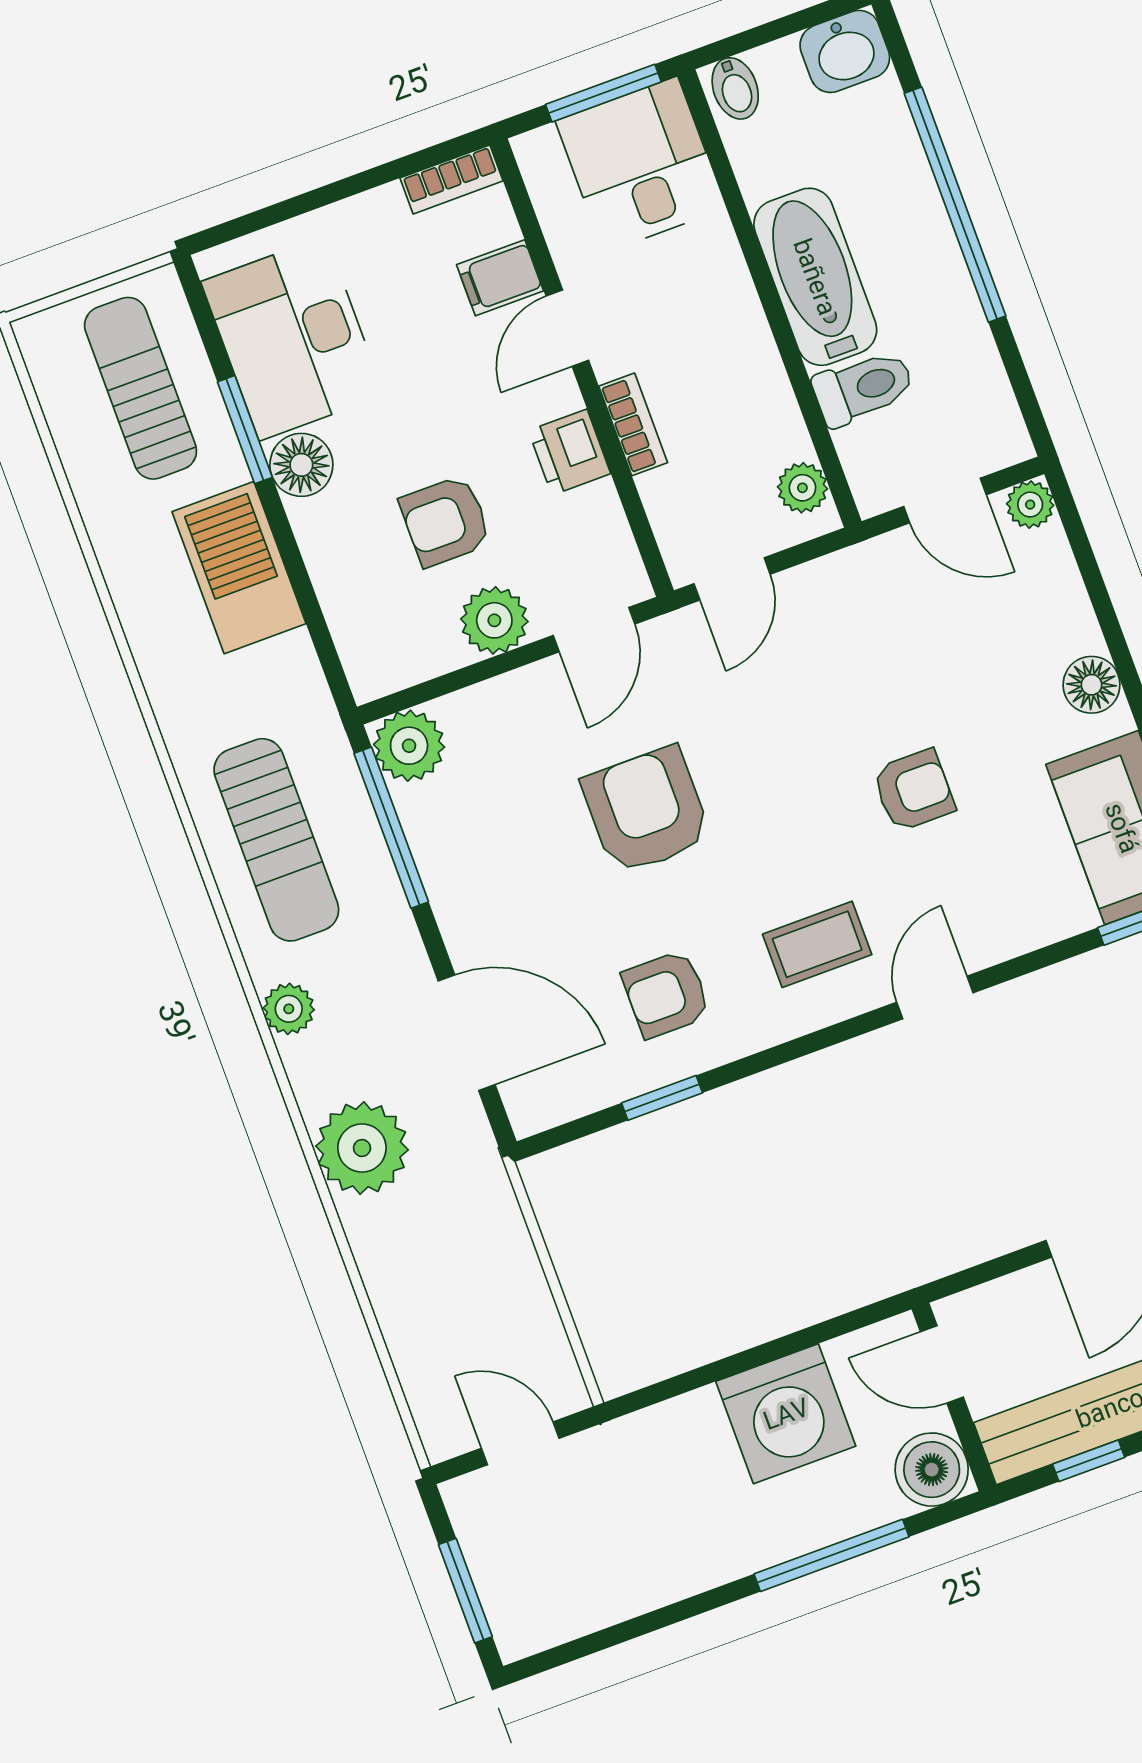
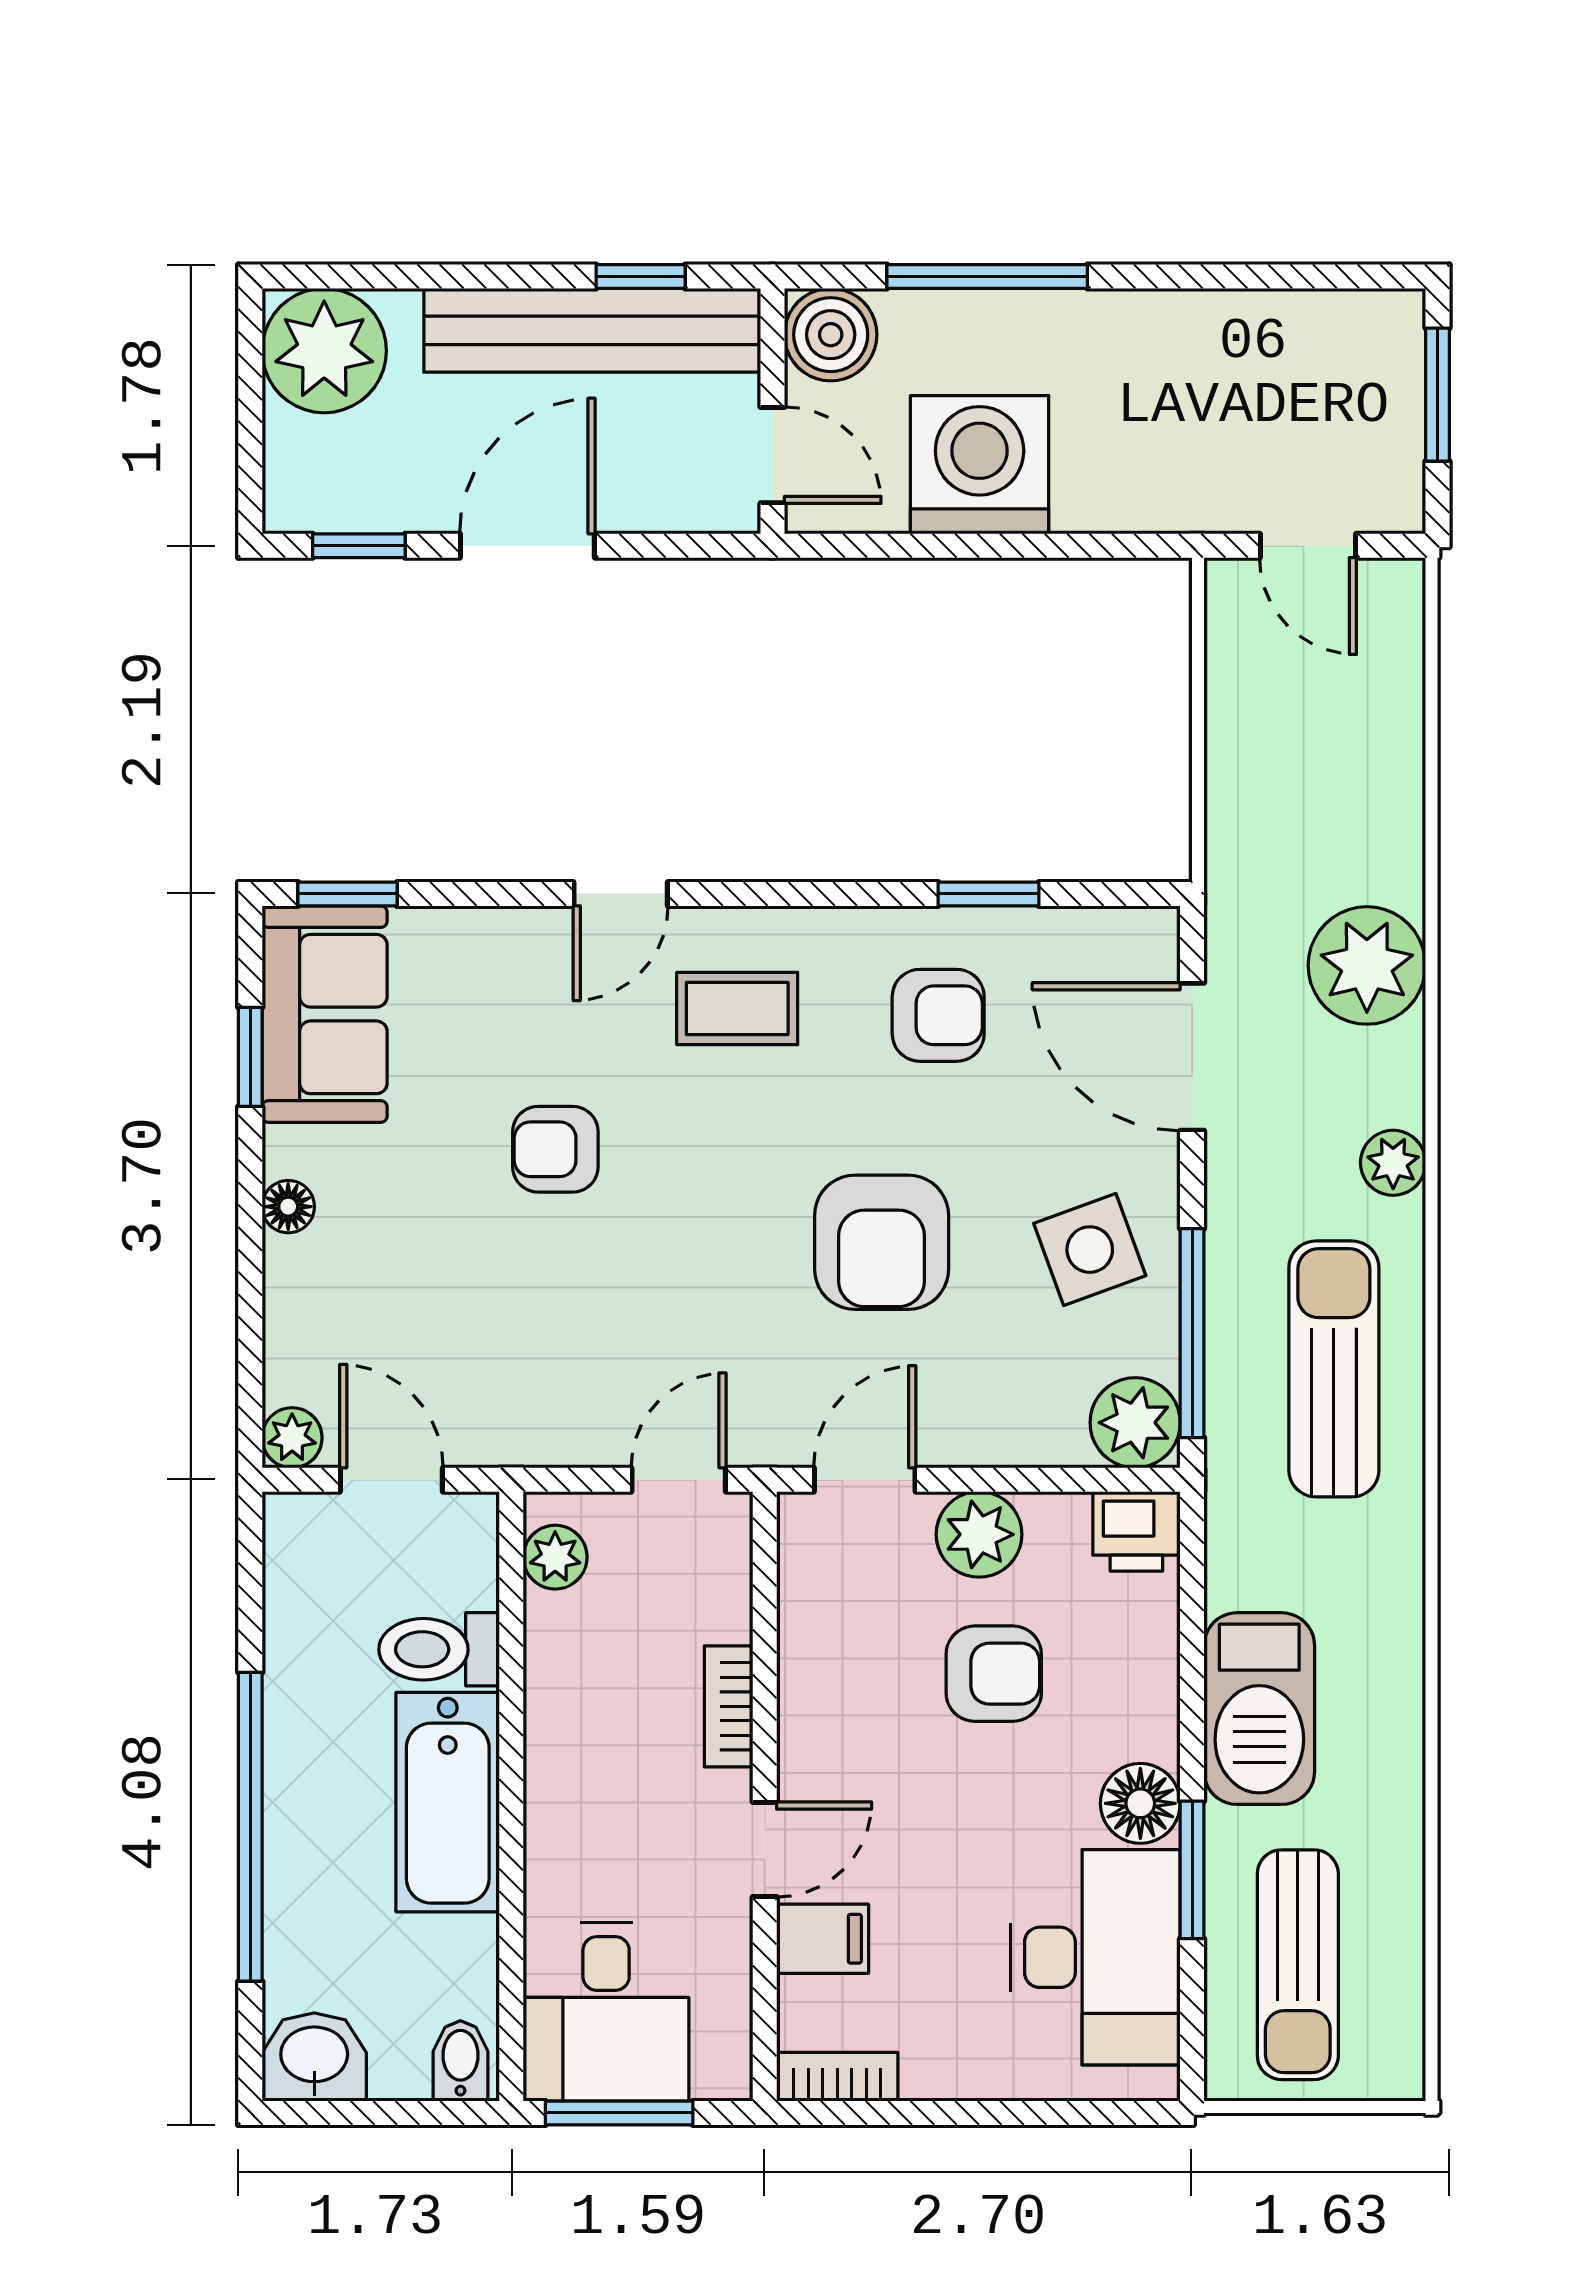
printer: (569, 452) -> (1136, 1531), moved, turned 90
floor lamp: (1092, 685) -> (288, 1207), width x0.73, depth x0.73
side table: (490, 862) -> (1090, 1250), added

